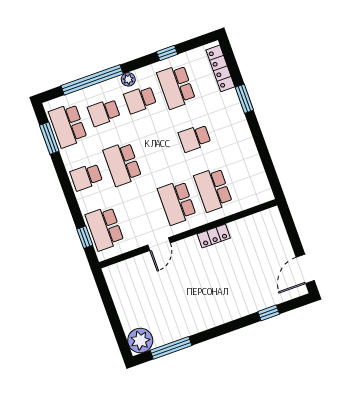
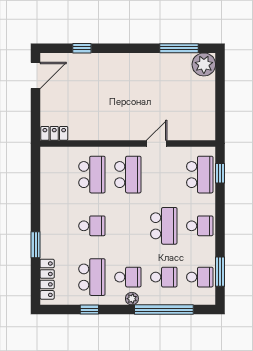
school desk: (68, 125) -> (200, 277), width x0.54
locker: (214, 236) -> (54, 133), moved

